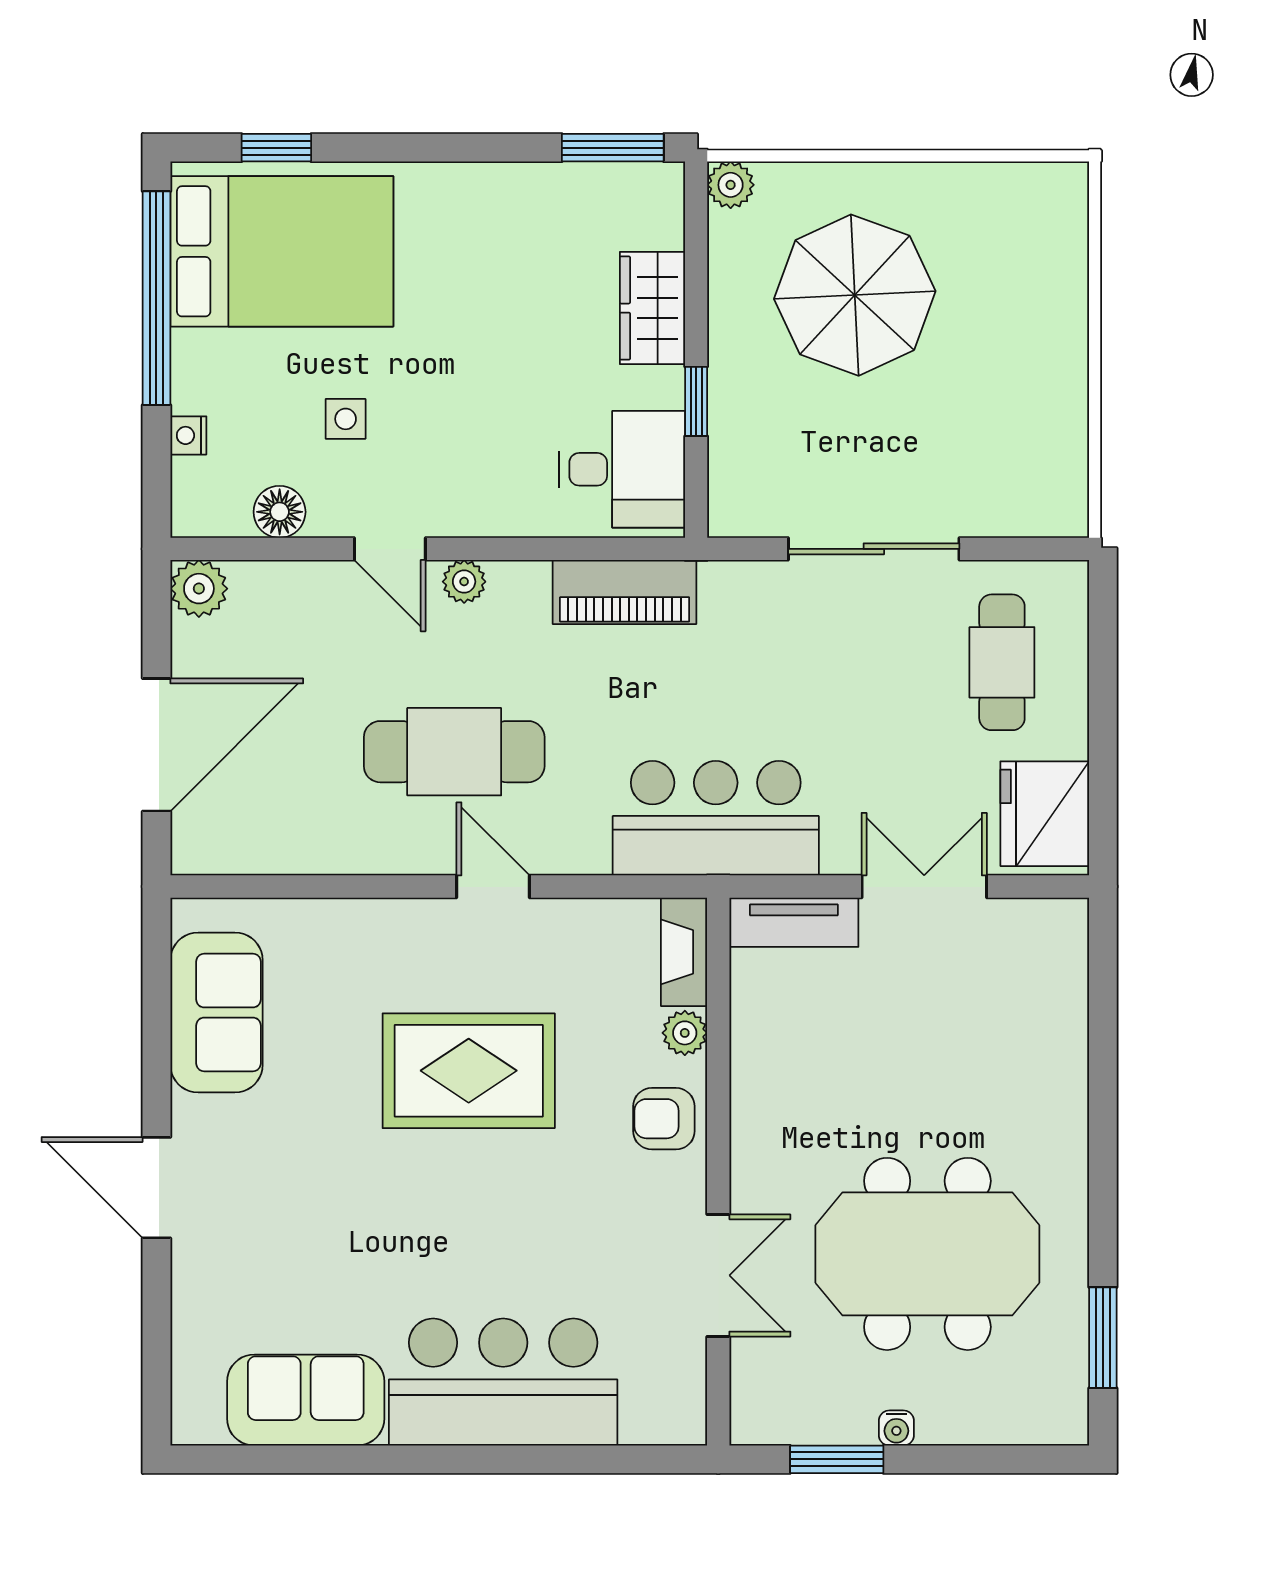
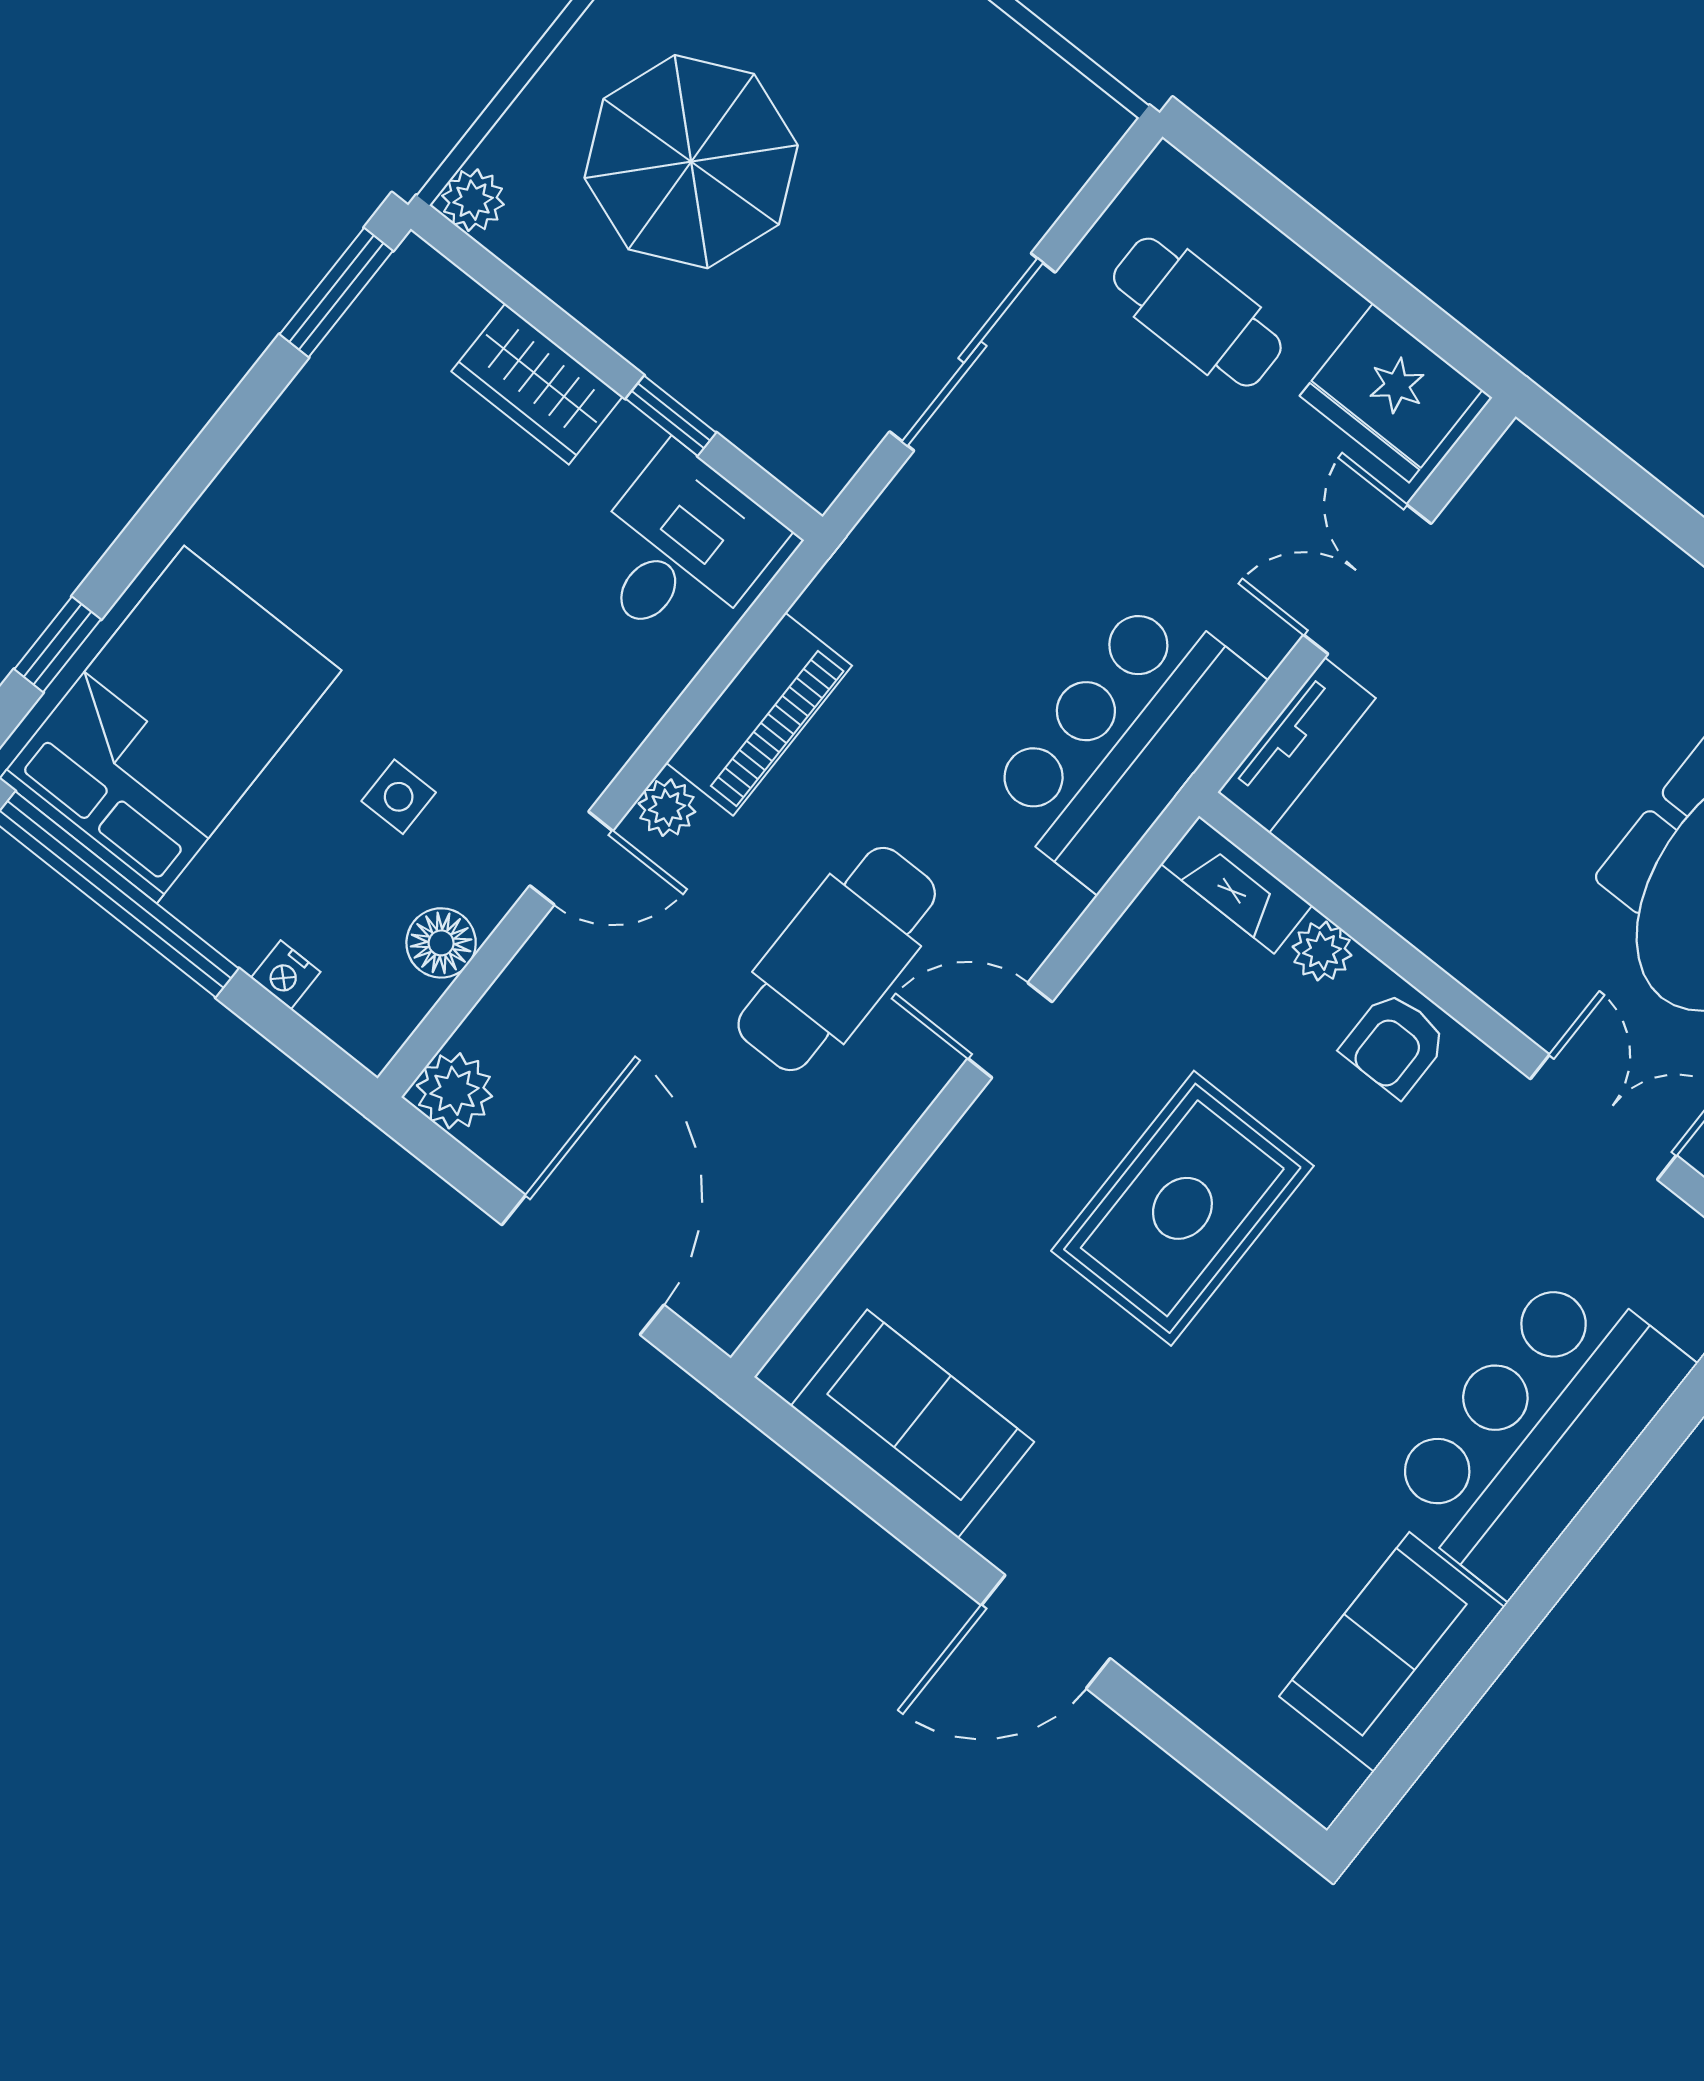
piano: (625, 592) -> (759, 714), moved

